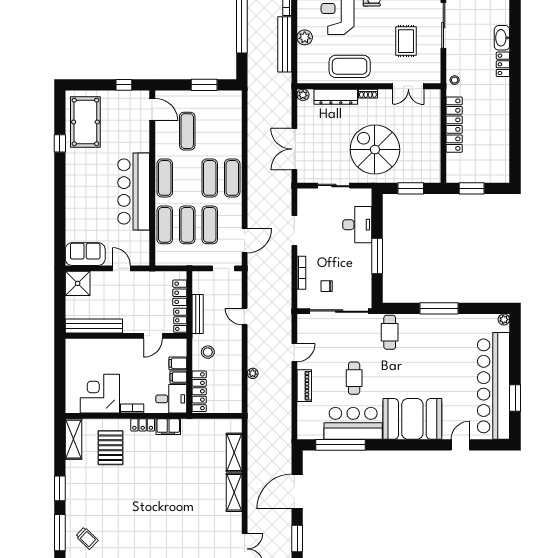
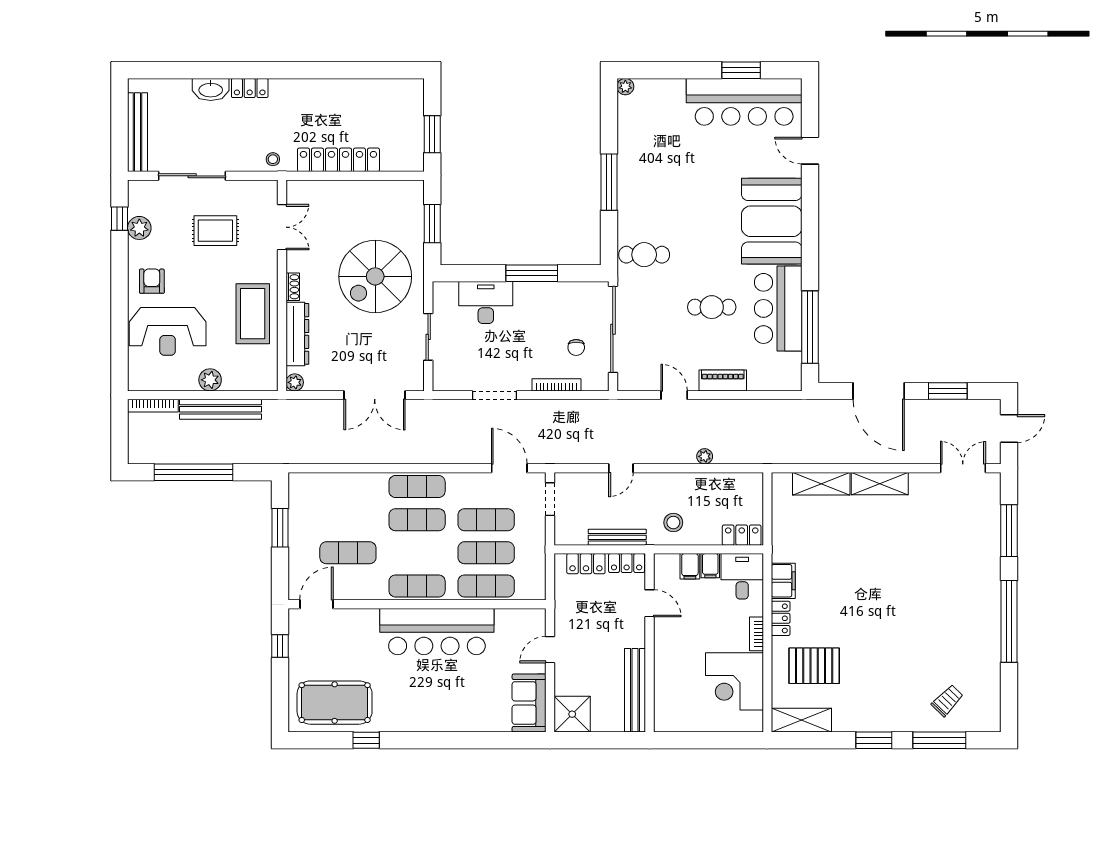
bar counter: (494, 386) -> (744, 102), width x0.73
locker: (199, 391) -> (742, 535), width x0.66

